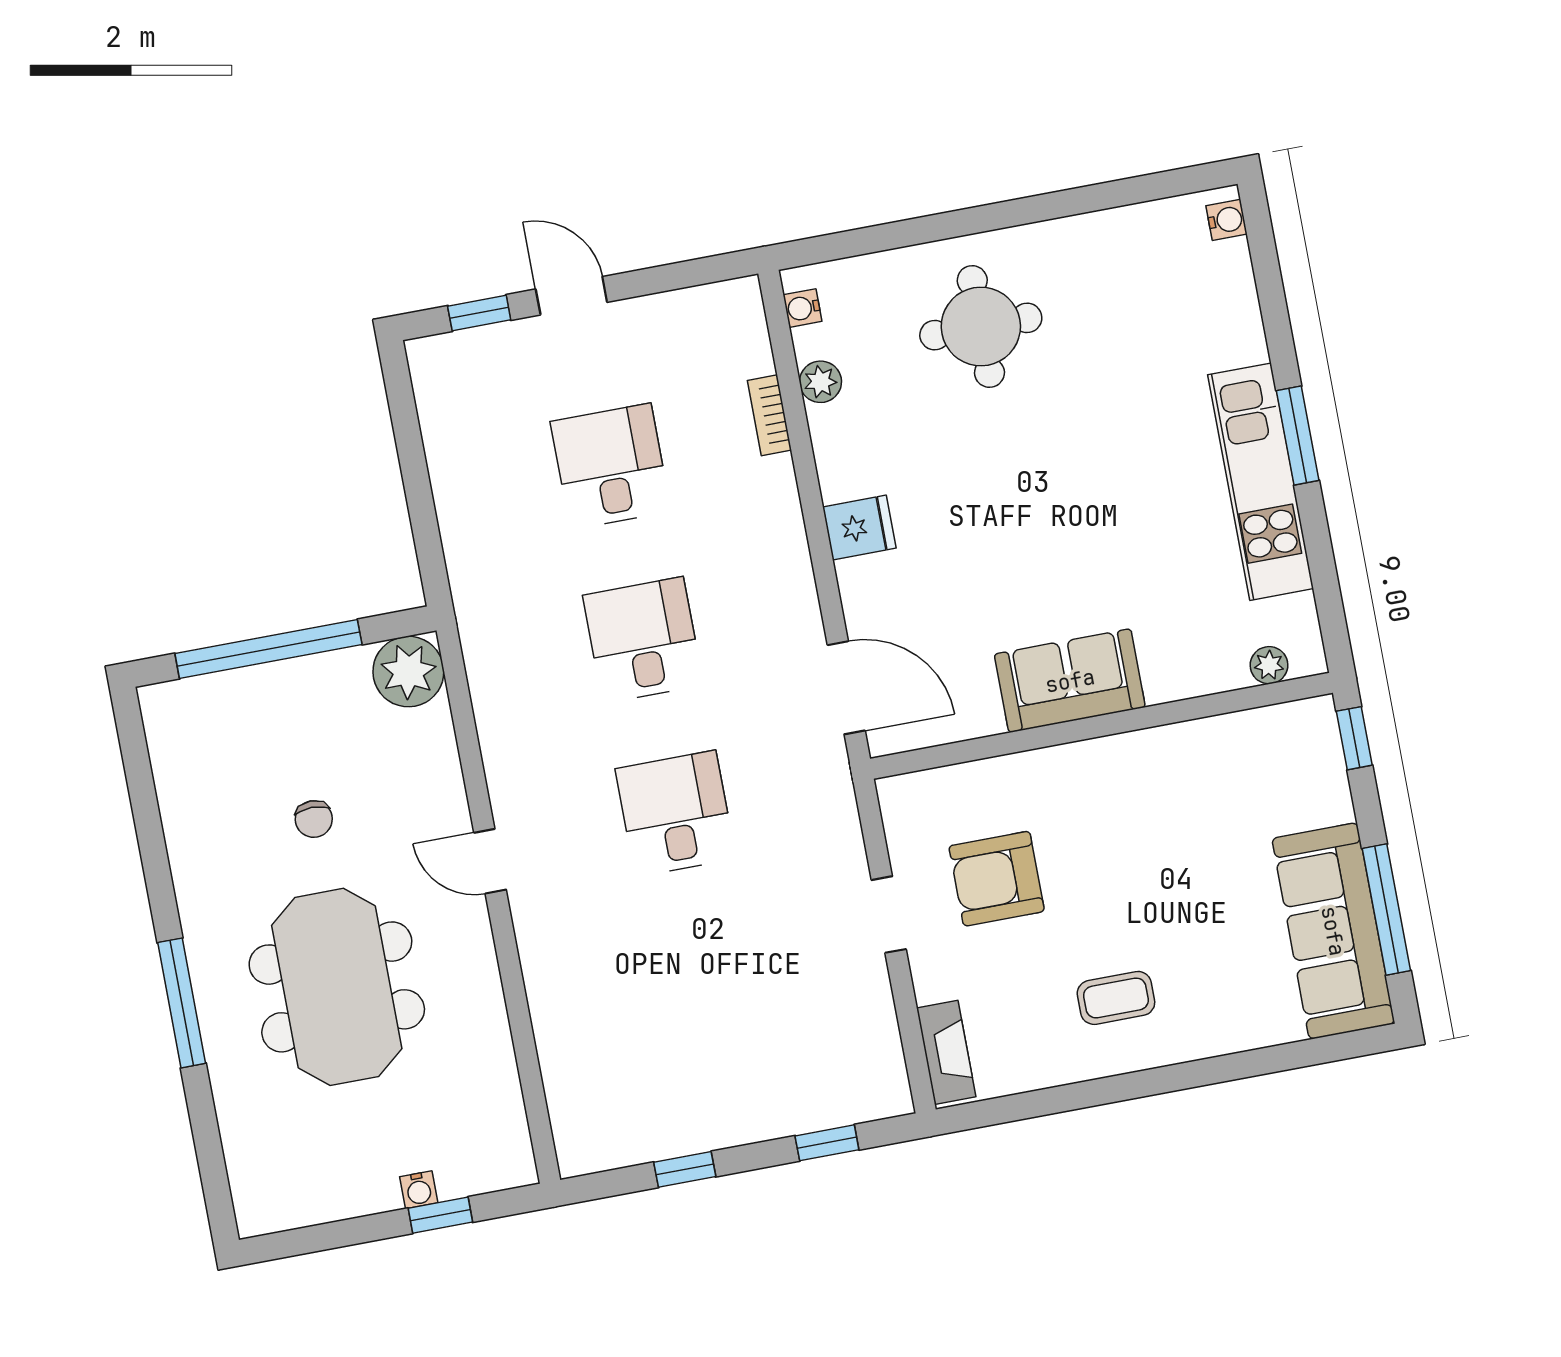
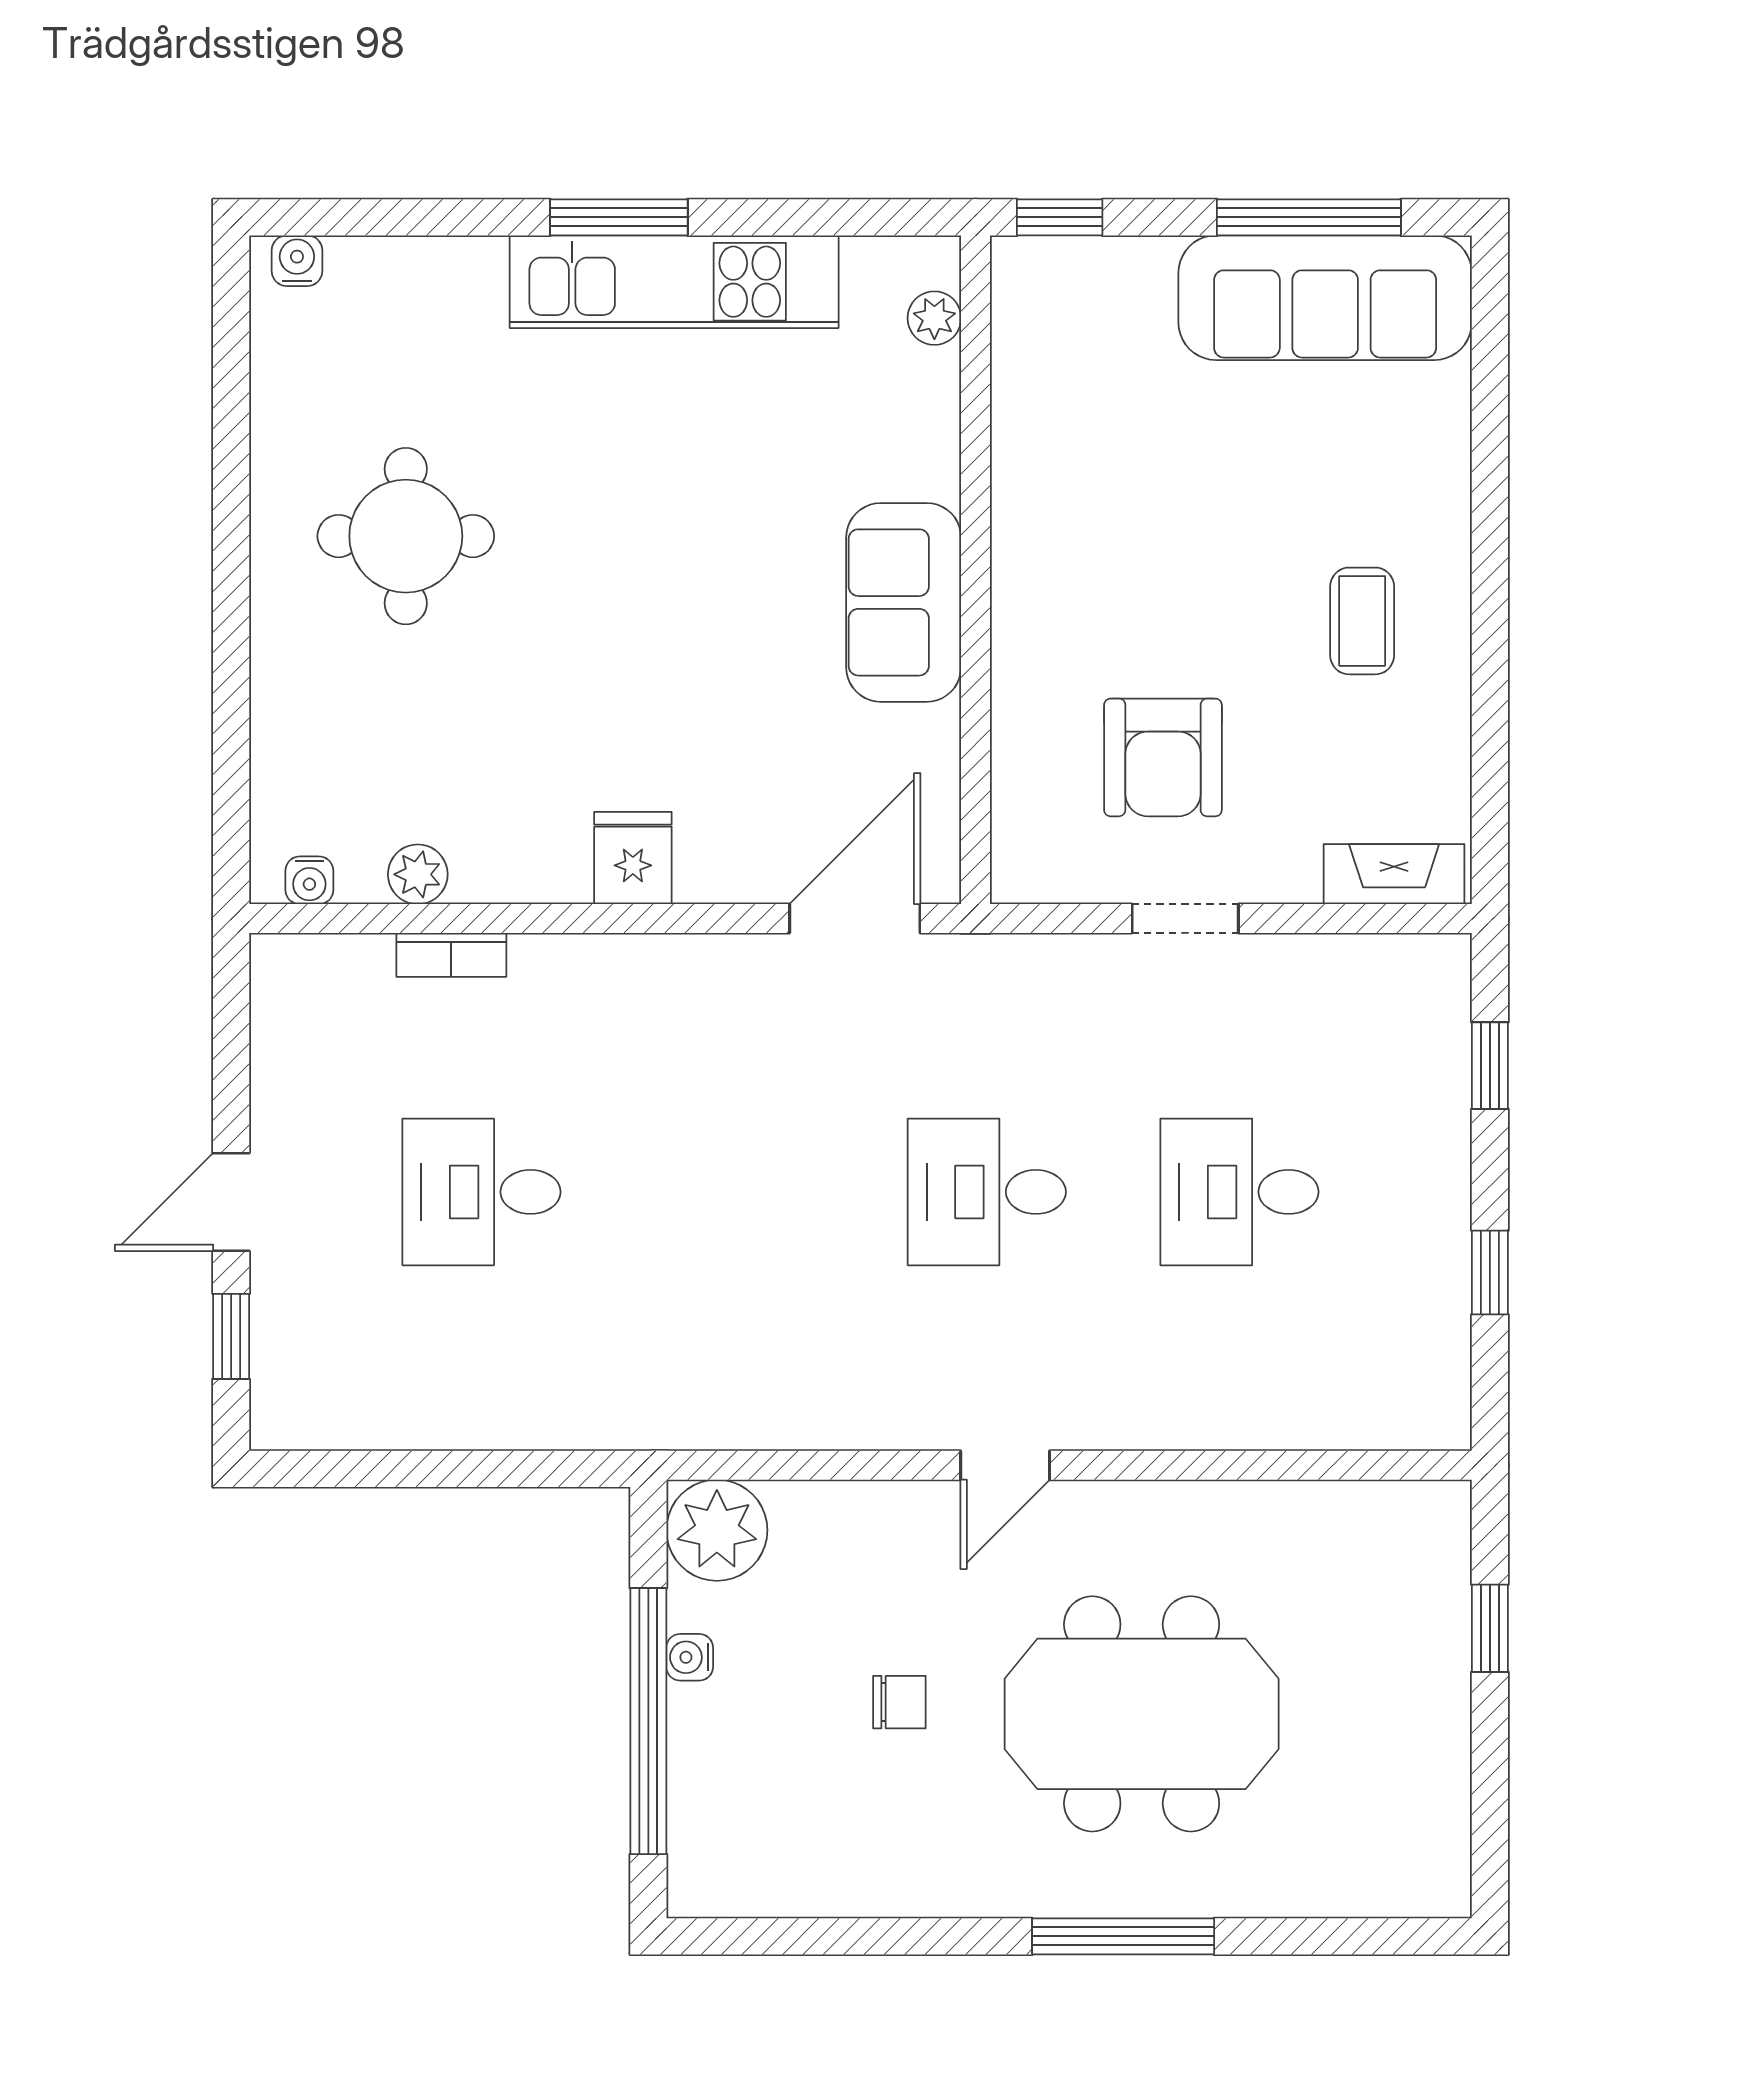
round table: (981, 327) -> (406, 536), moved
desk: (643, 640) -> (1239, 1192), moved
water cooler: (419, 1190) -> (690, 1657), moved, turned 180

